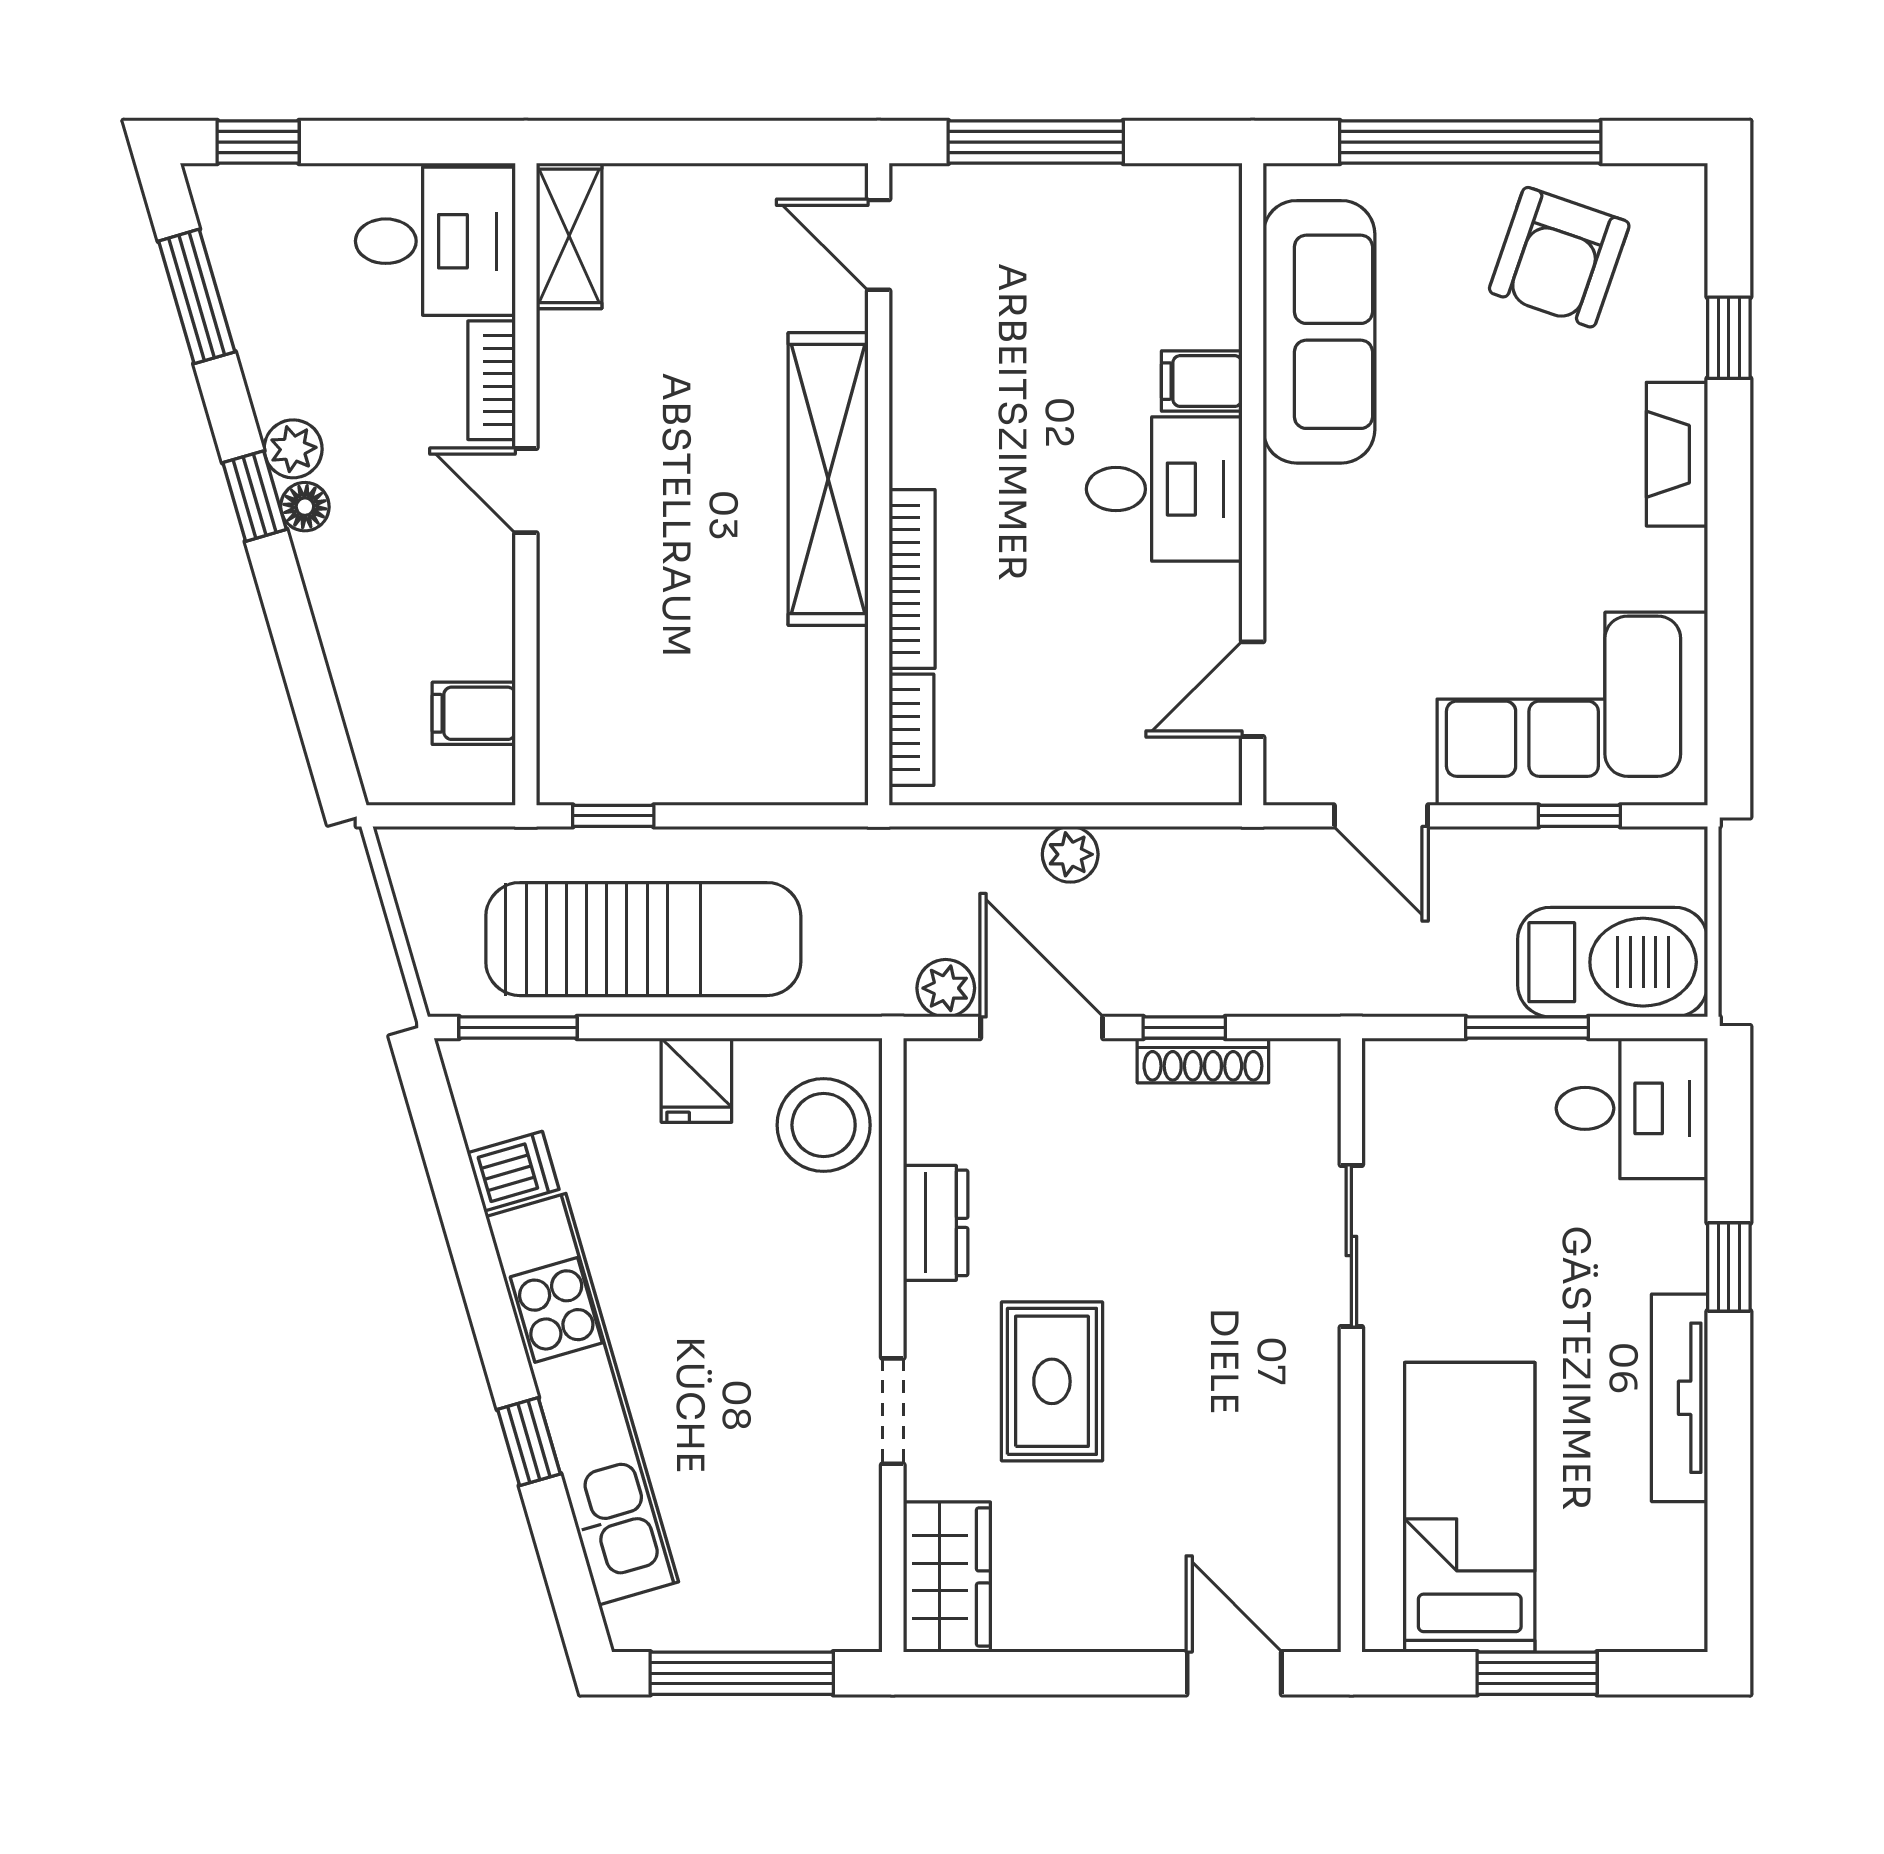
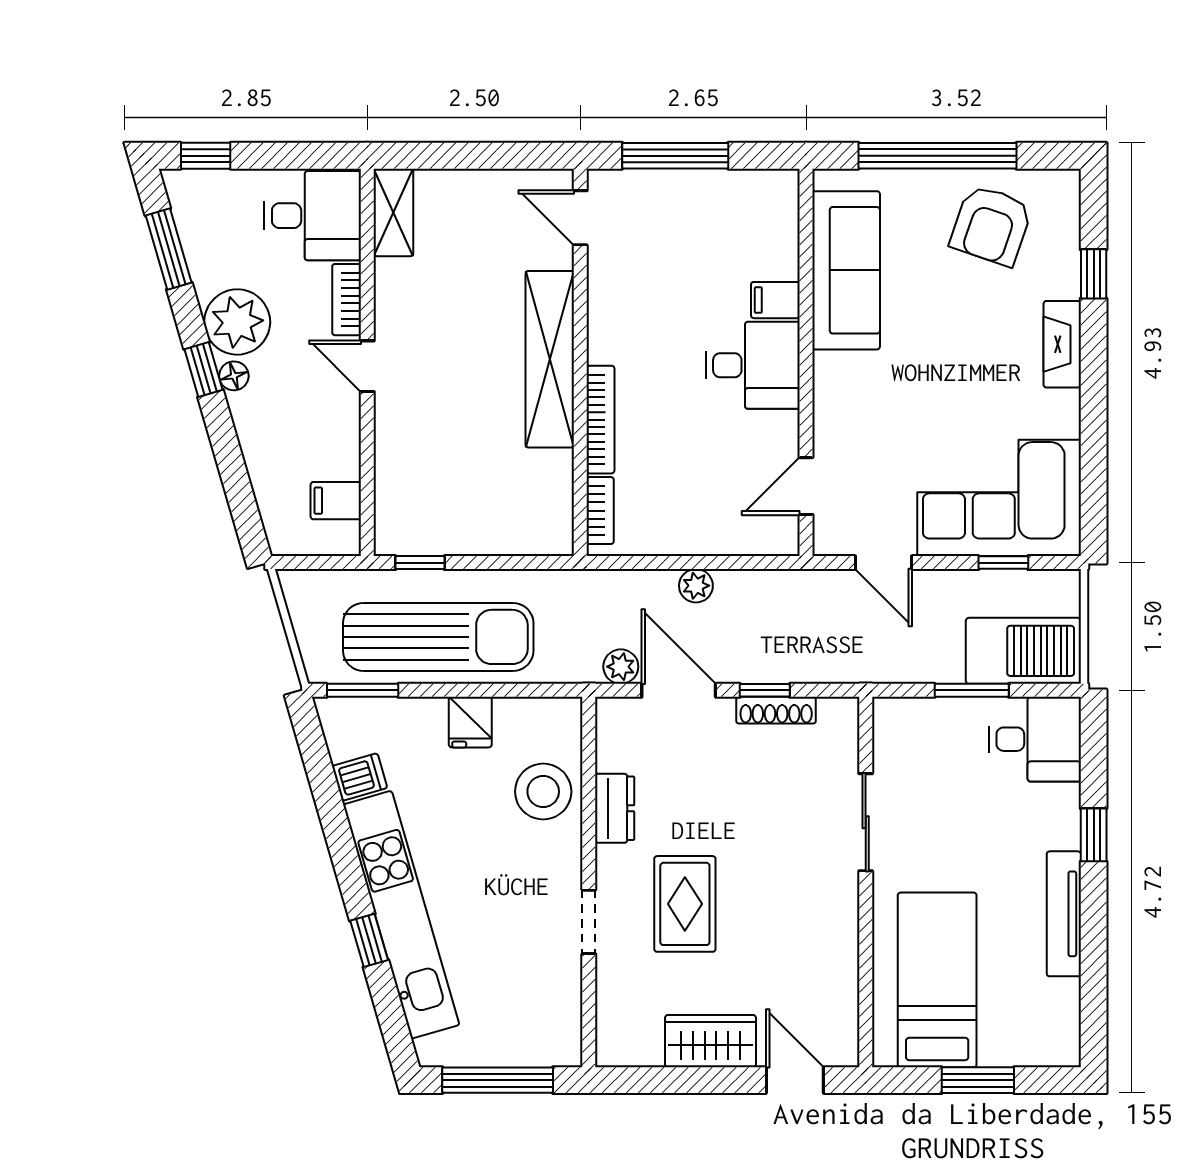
plant: (293, 449) -> (237, 322), width x1.88, depth x1.88
stool: (824, 1125) -> (543, 792), moved
wardrobe: (947, 1577) -> (711, 1041), moved, turned -90

